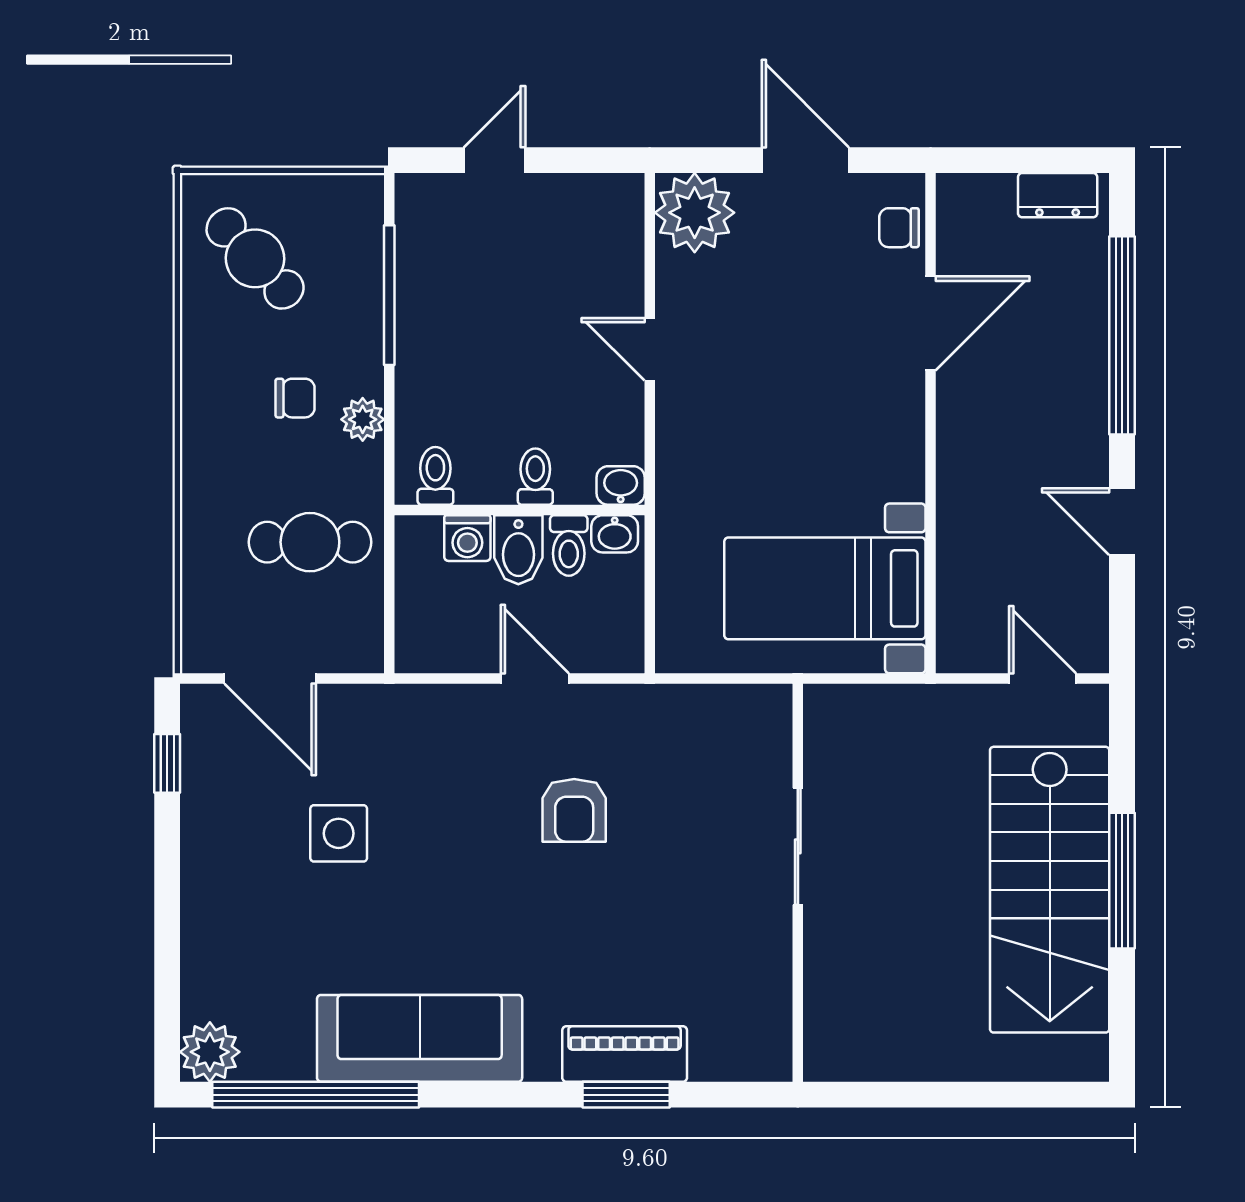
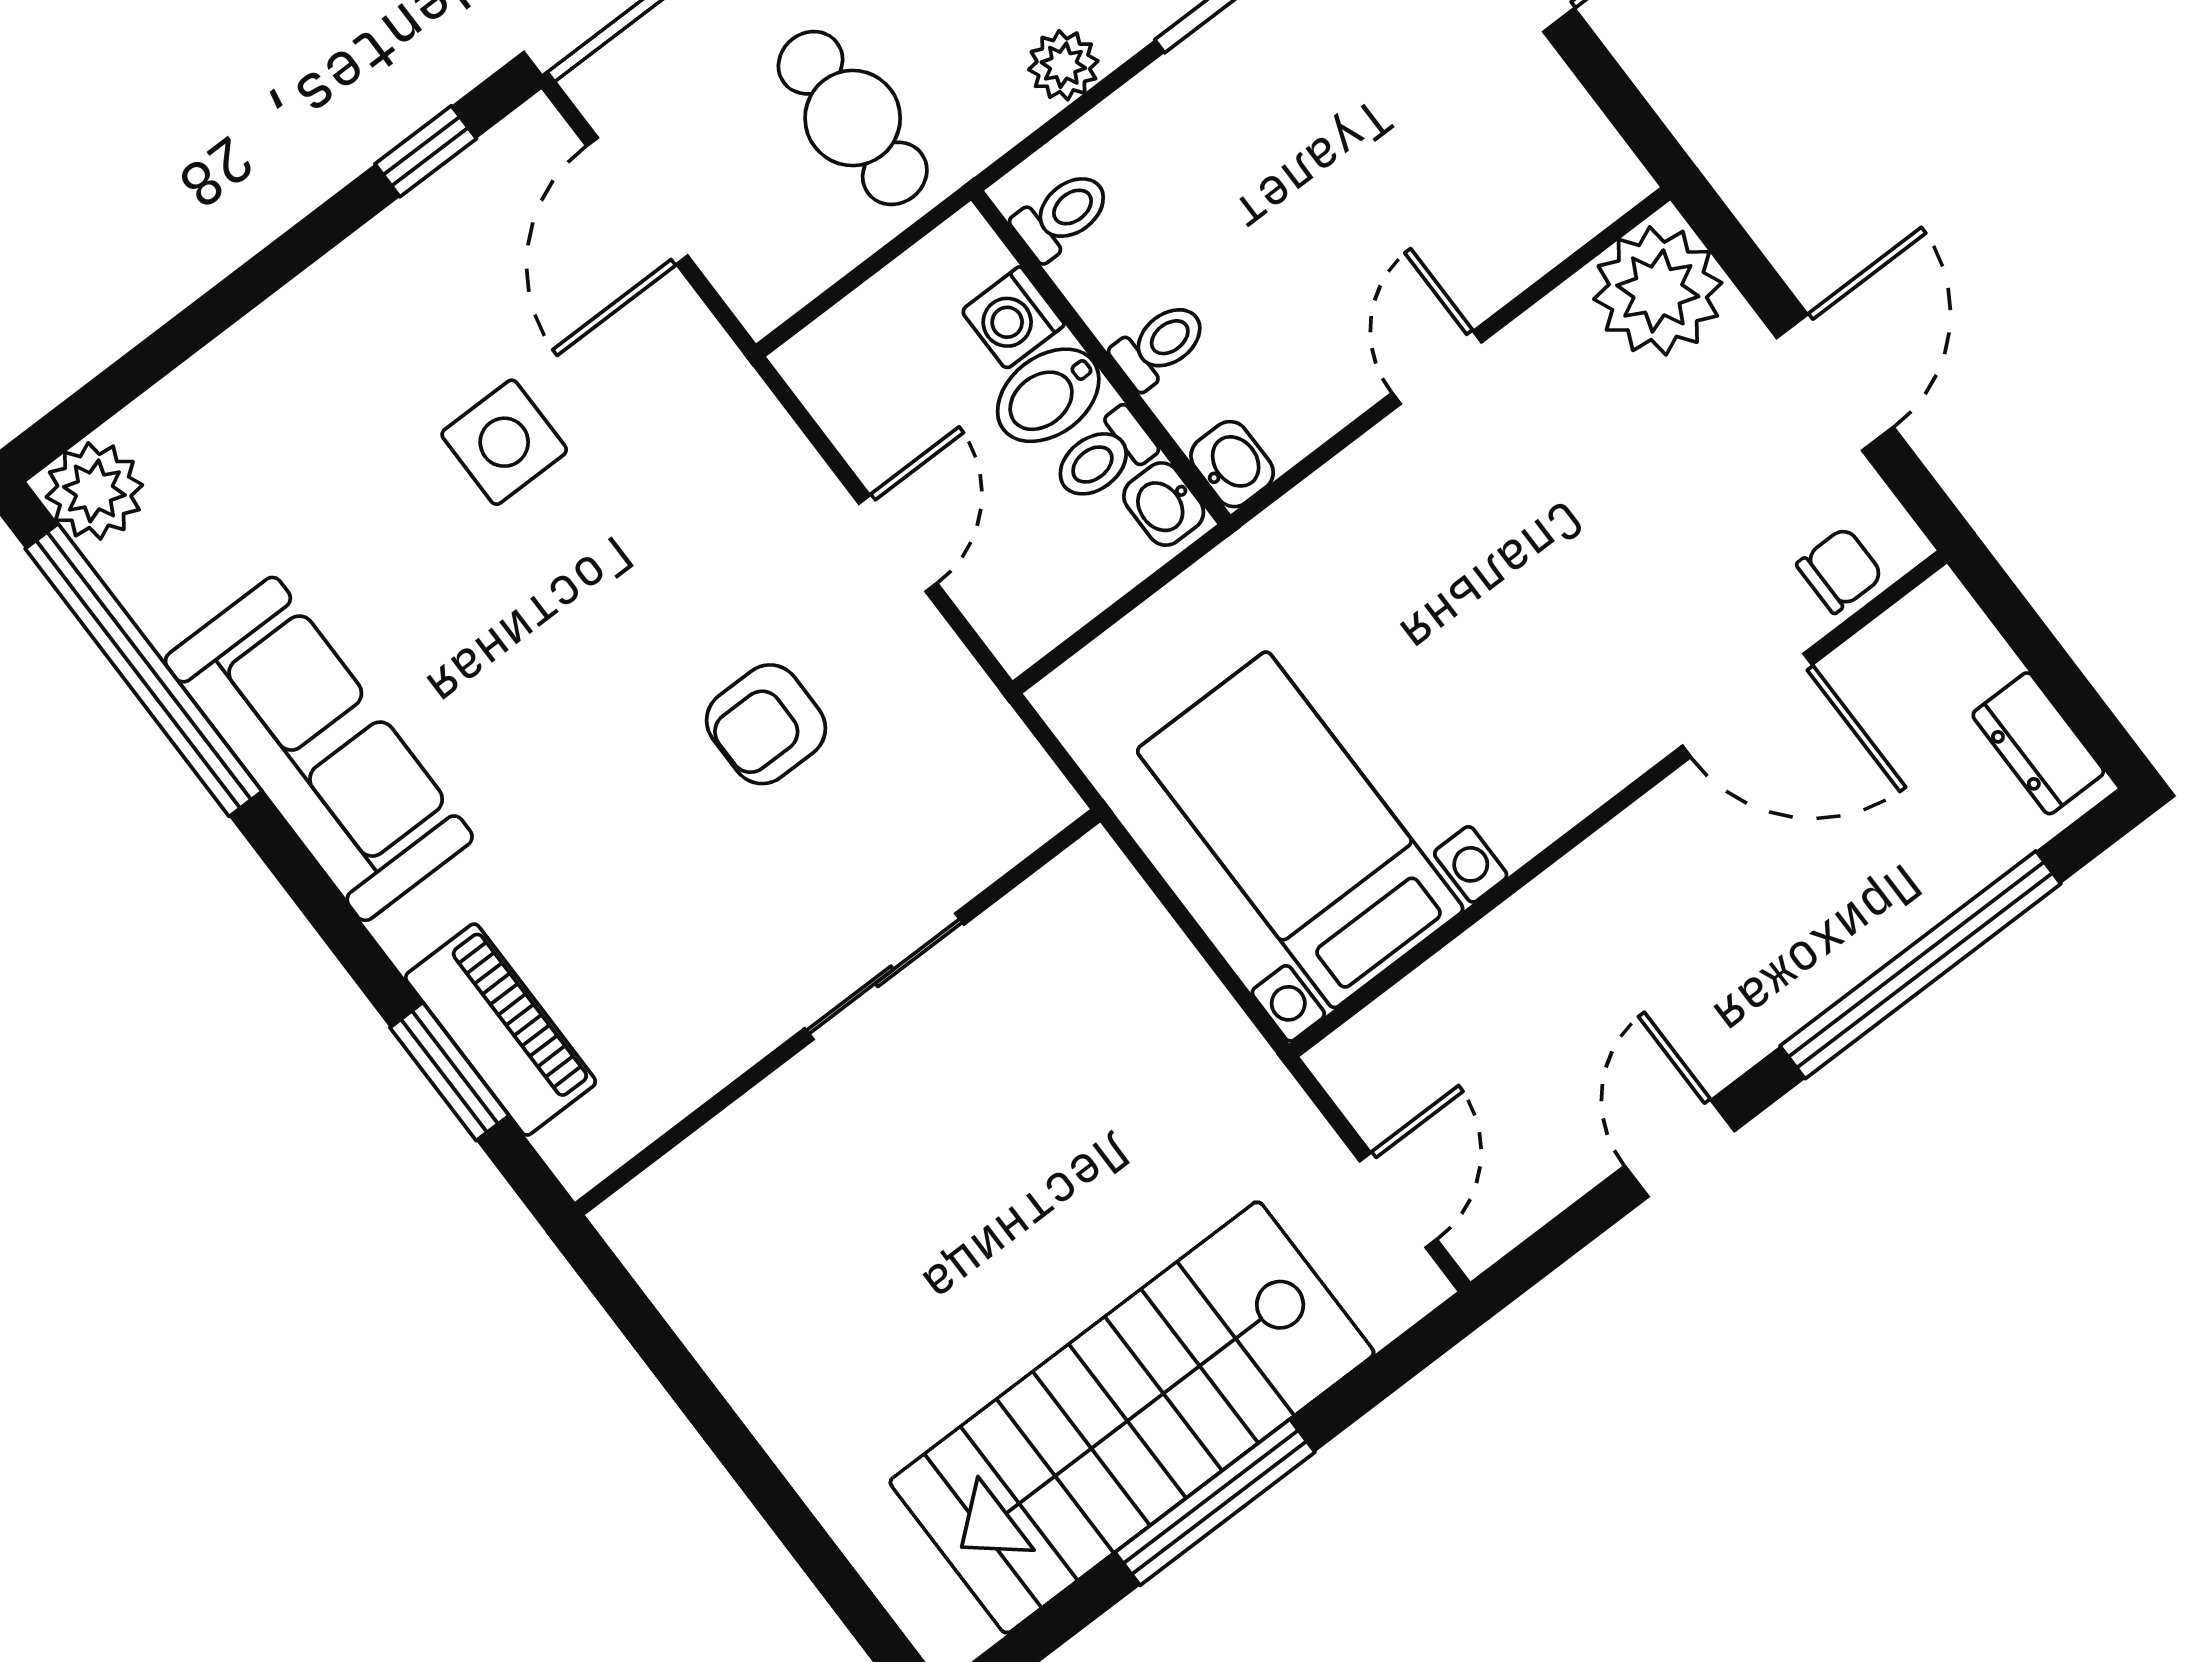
chair: (899, 228) -> (1840, 570), turned 90
sliding door: (798, 846) -> (884, 976), moved
wall: (798, 883) -> (837, 1012), moved

